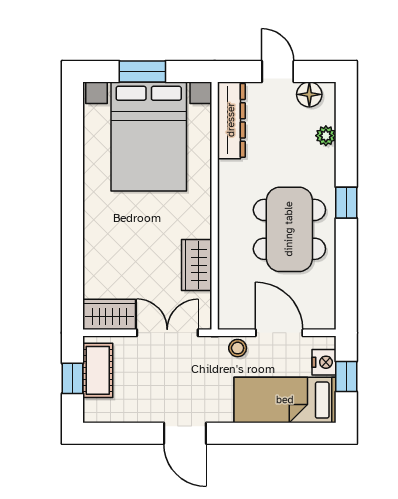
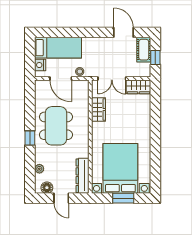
cot: (98, 370) -> (144, 50), moved
window: (346, 376) -> (30, 58), removed
door: (185, 433) -> (124, 32), moved

